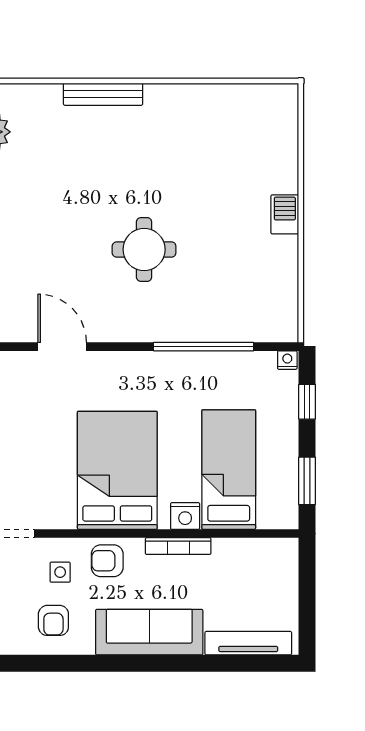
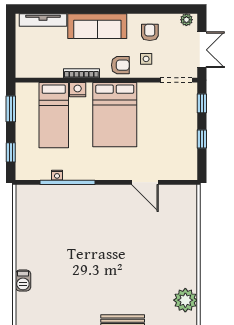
barbecue: (285, 214) -> (23, 281), moved
round table: (144, 249) -> (100, 236), removed
nightstand: (287, 360) -> (57, 175), moved

